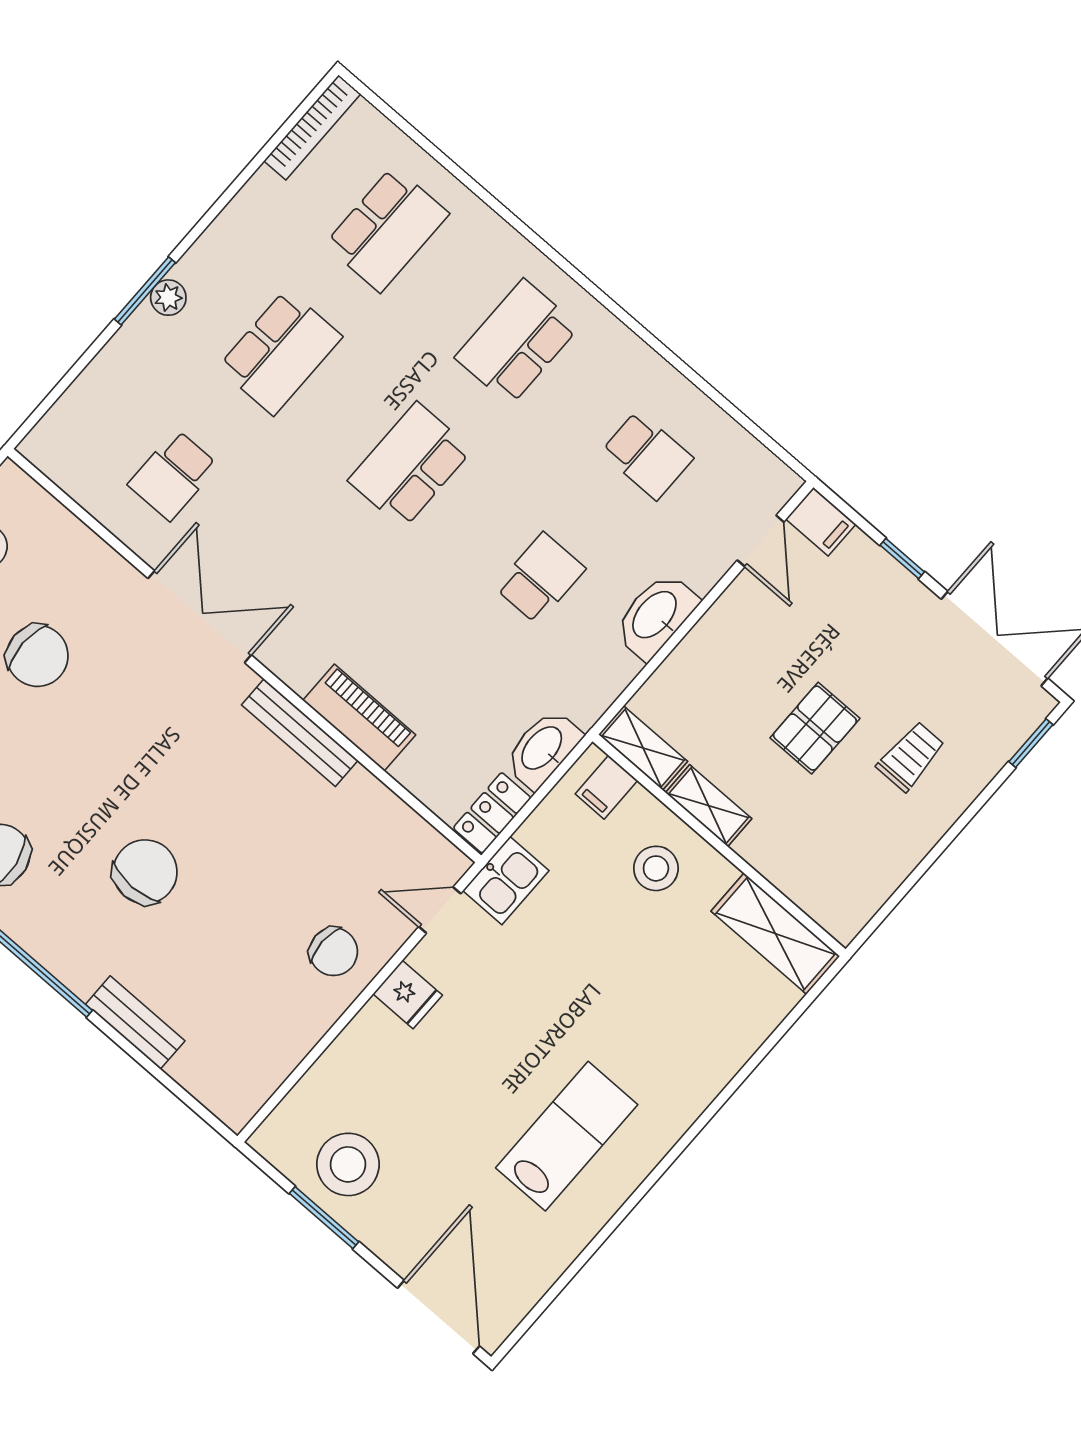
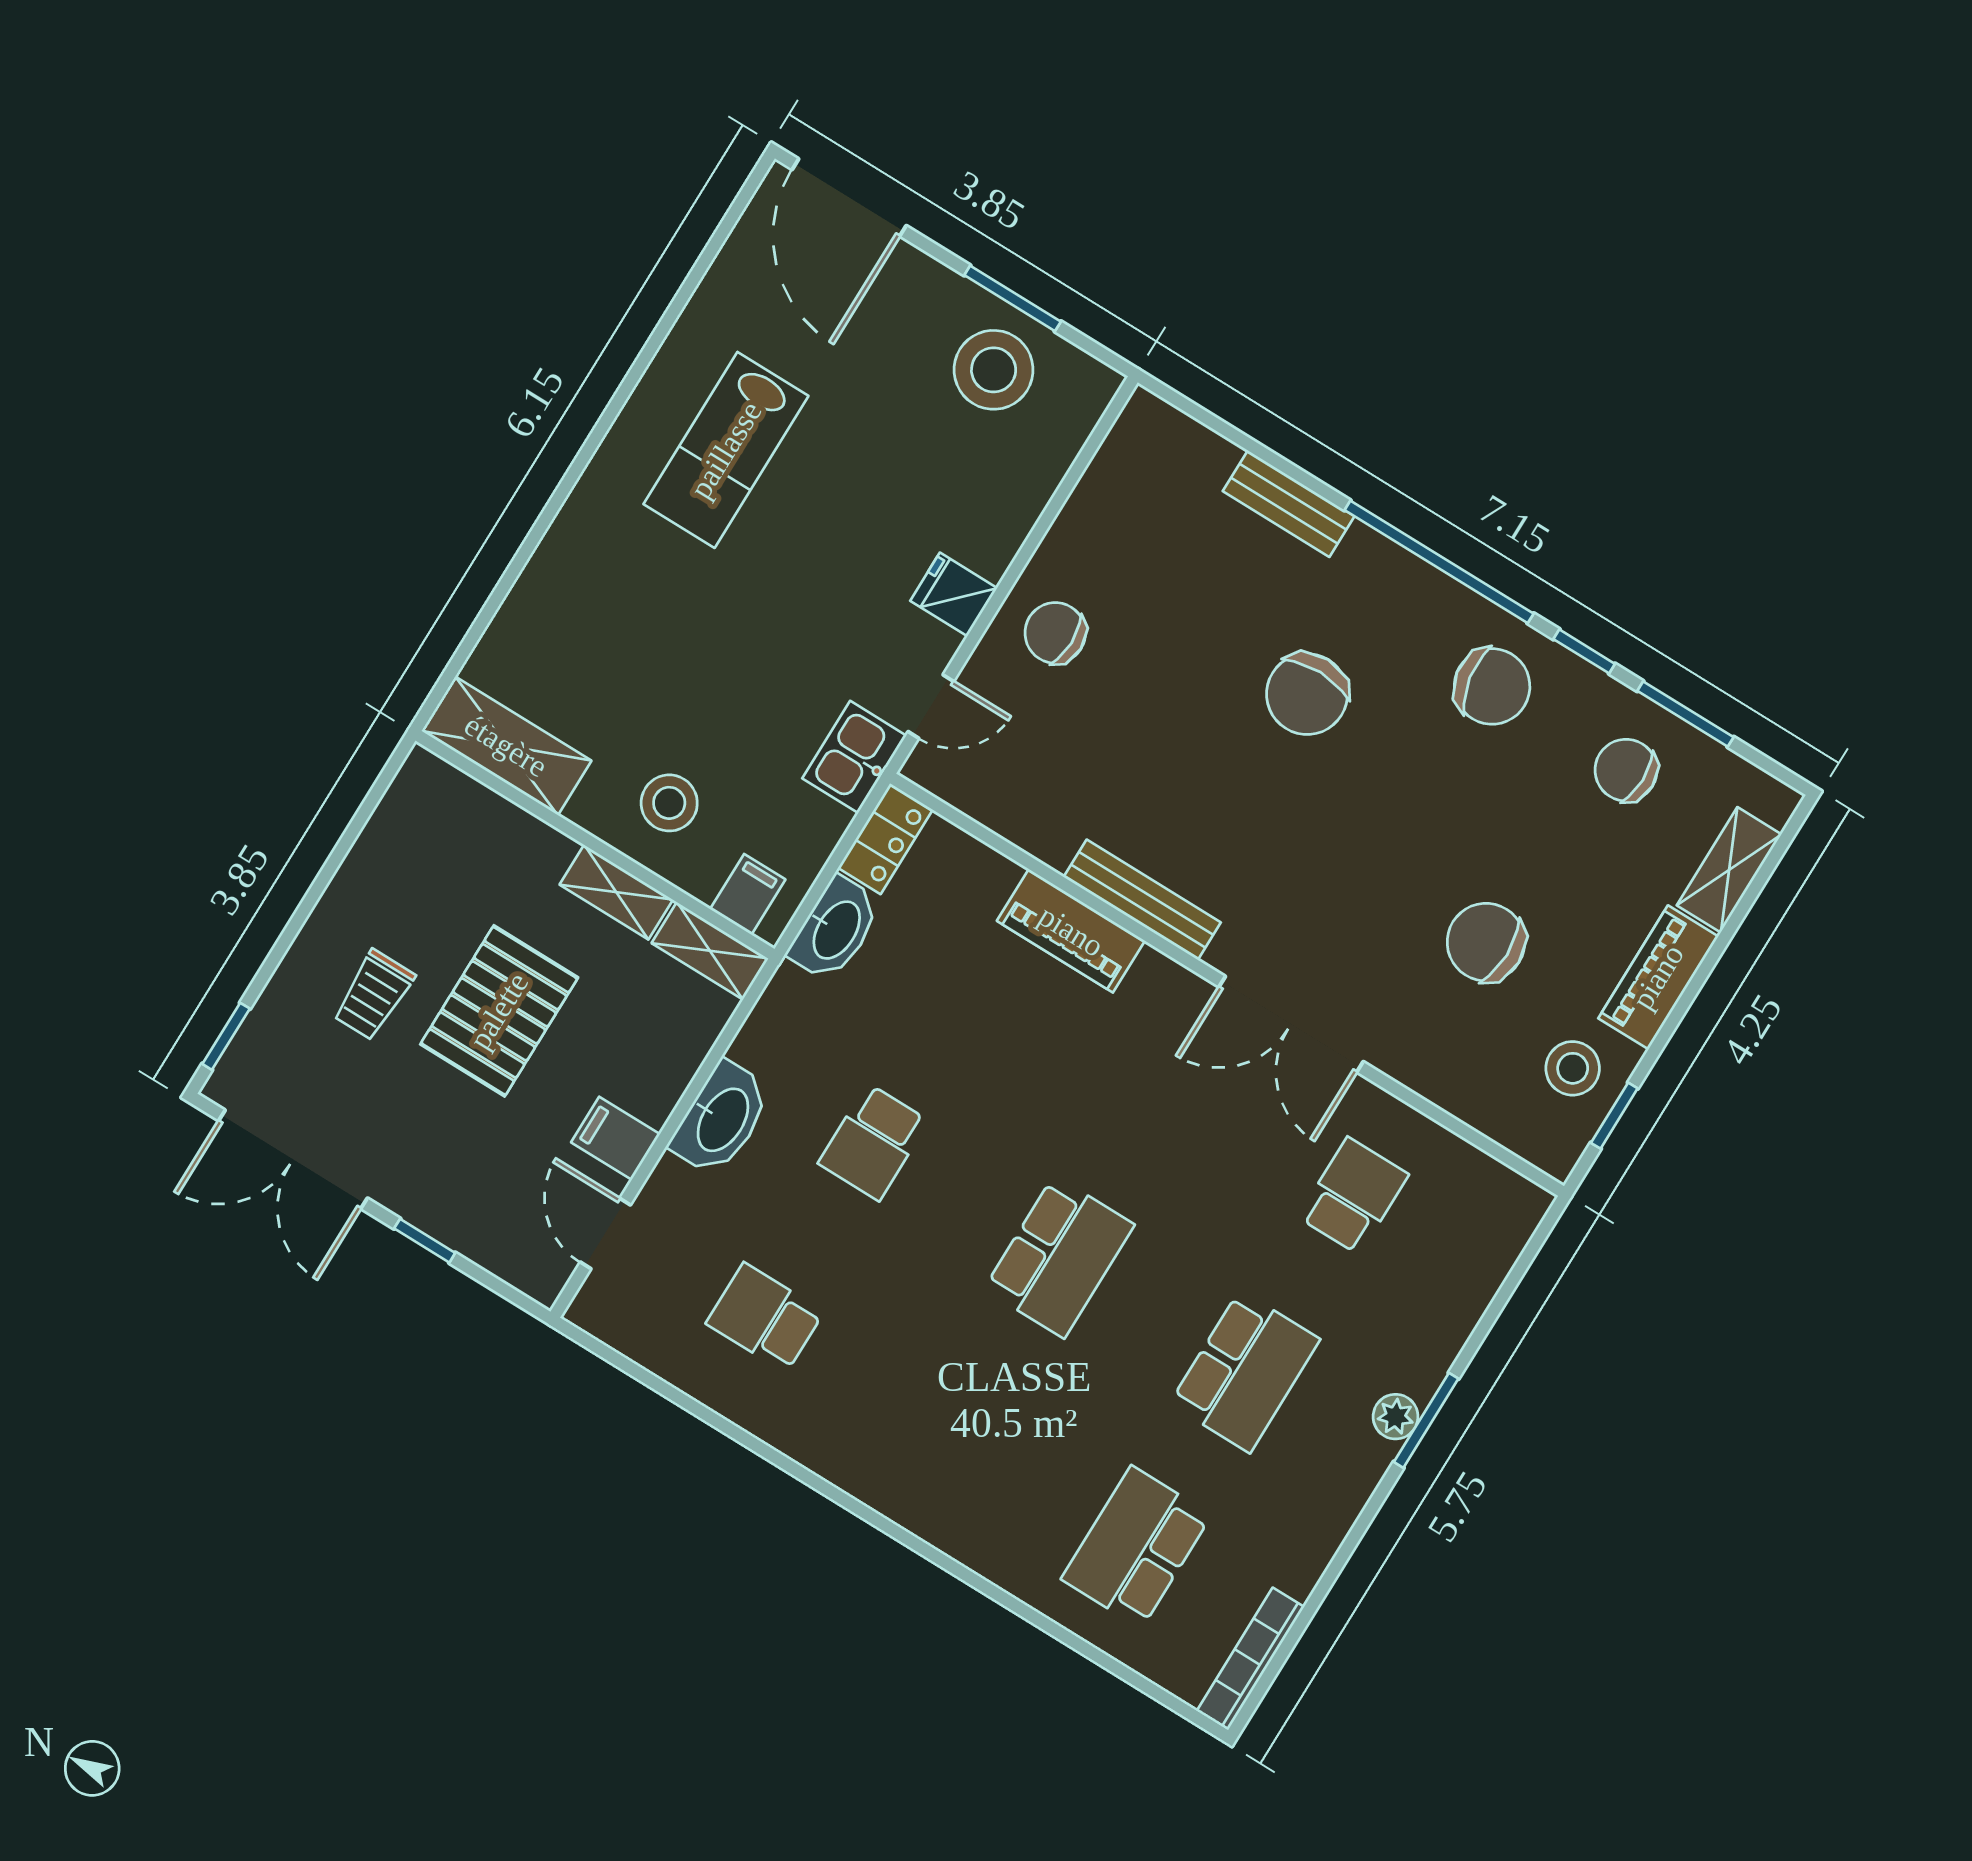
school desk: (517, 342) -> (951, 1432), removed
school desk: (280, 352) -> (1245, 1371), turned 180
filing cabinet: (821, 522) -> (616, 1138), moved
pallet: (815, 728) -> (499, 1011), width x1.50, depth x1.42

